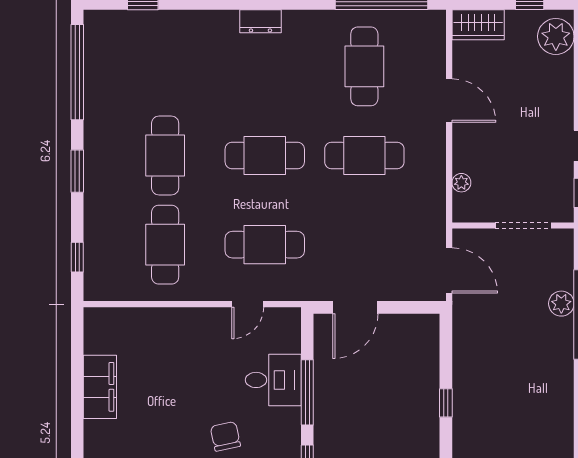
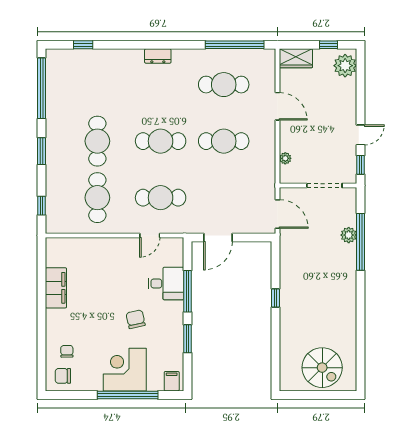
cafe table: (364, 66) -> (224, 85), turned 90

